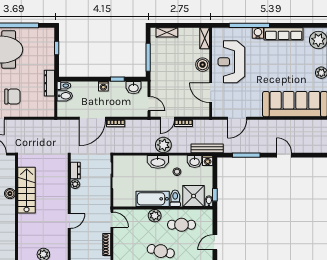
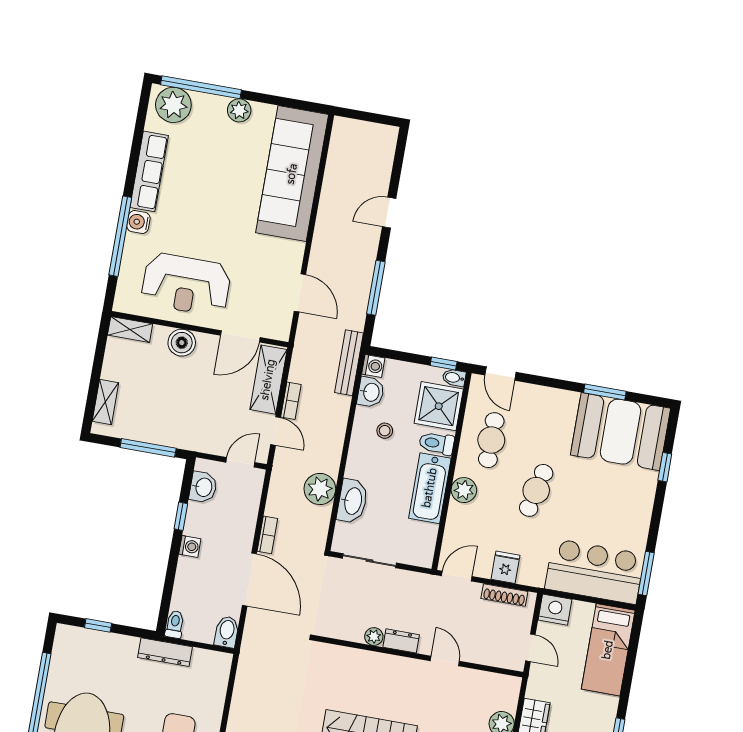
bidet: (65, 96) -> (227, 632), moved
shelving: (192, 110) -> (268, 380), added
plant: (163, 145) -> (320, 489), moved
washbasin: (158, 162) -> (352, 501), moved
dresser: (75, 170) -> (401, 641), moved
door: (215, 242) -> (500, 374), moved
fridge: (120, 243) -> (506, 567), added

